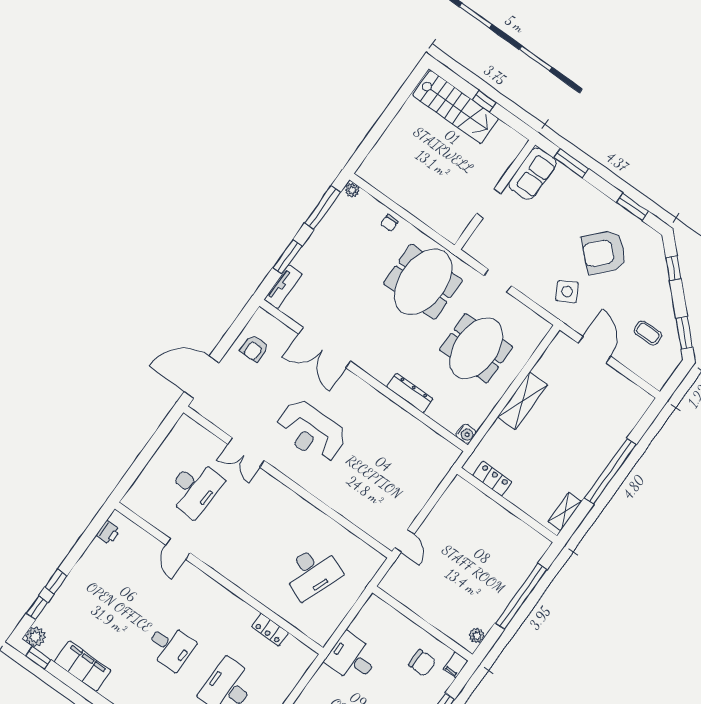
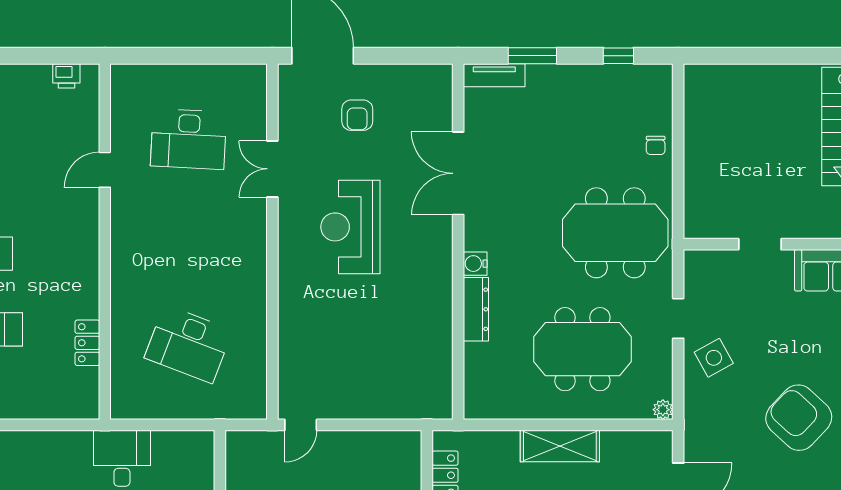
plant: (352, 190) -> (663, 410), moved
window: (323, 208) -> (618, 56), width x0.46
chair: (389, 223) -> (656, 145), turned -90
side table: (567, 292) -> (714, 358), moved
armchair: (254, 348) -> (357, 115), moved, turned -90
water cooler: (466, 434) -> (475, 264), moved, turned 90

